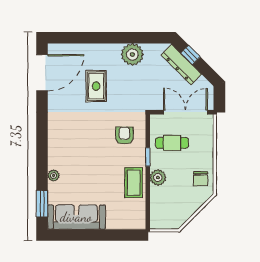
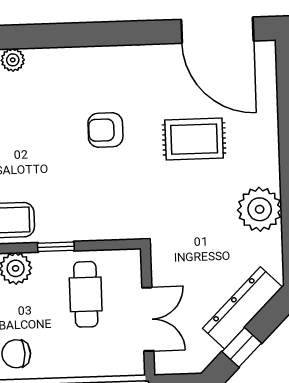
window: (191, 55) -> (242, 347), moved
double door: (185, 112) -> (148, 319), width x0.73
armchair: (124, 136) -> (105, 130), moved, turned 180

